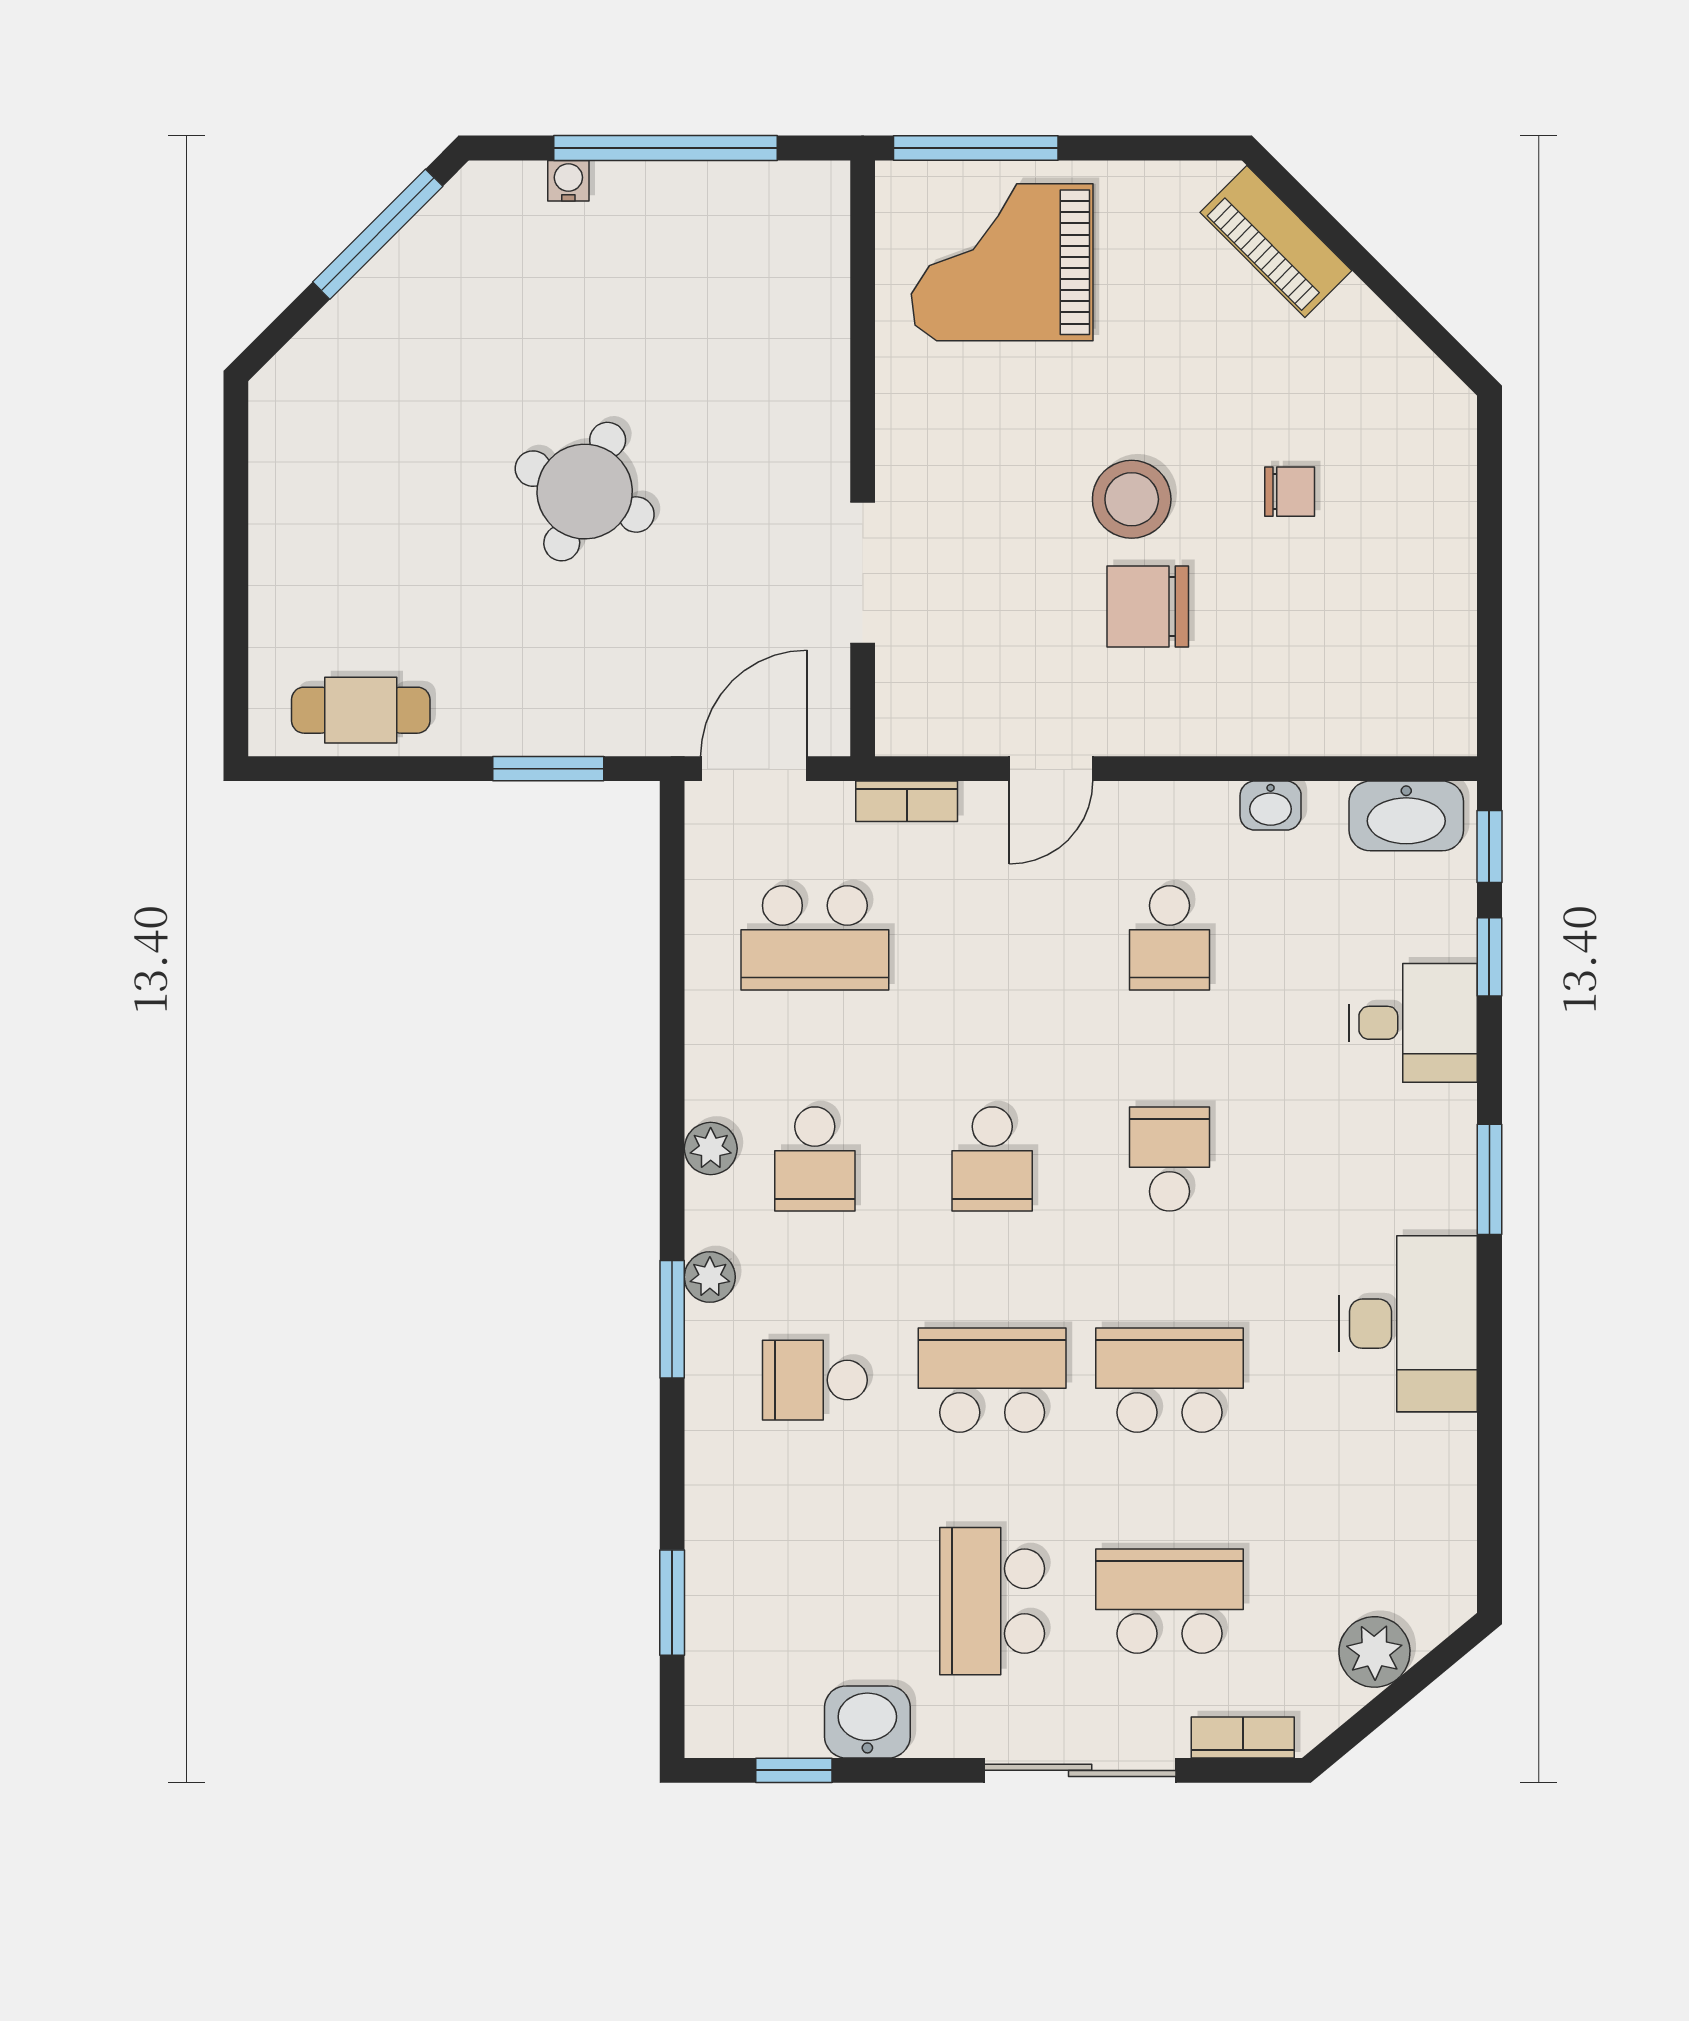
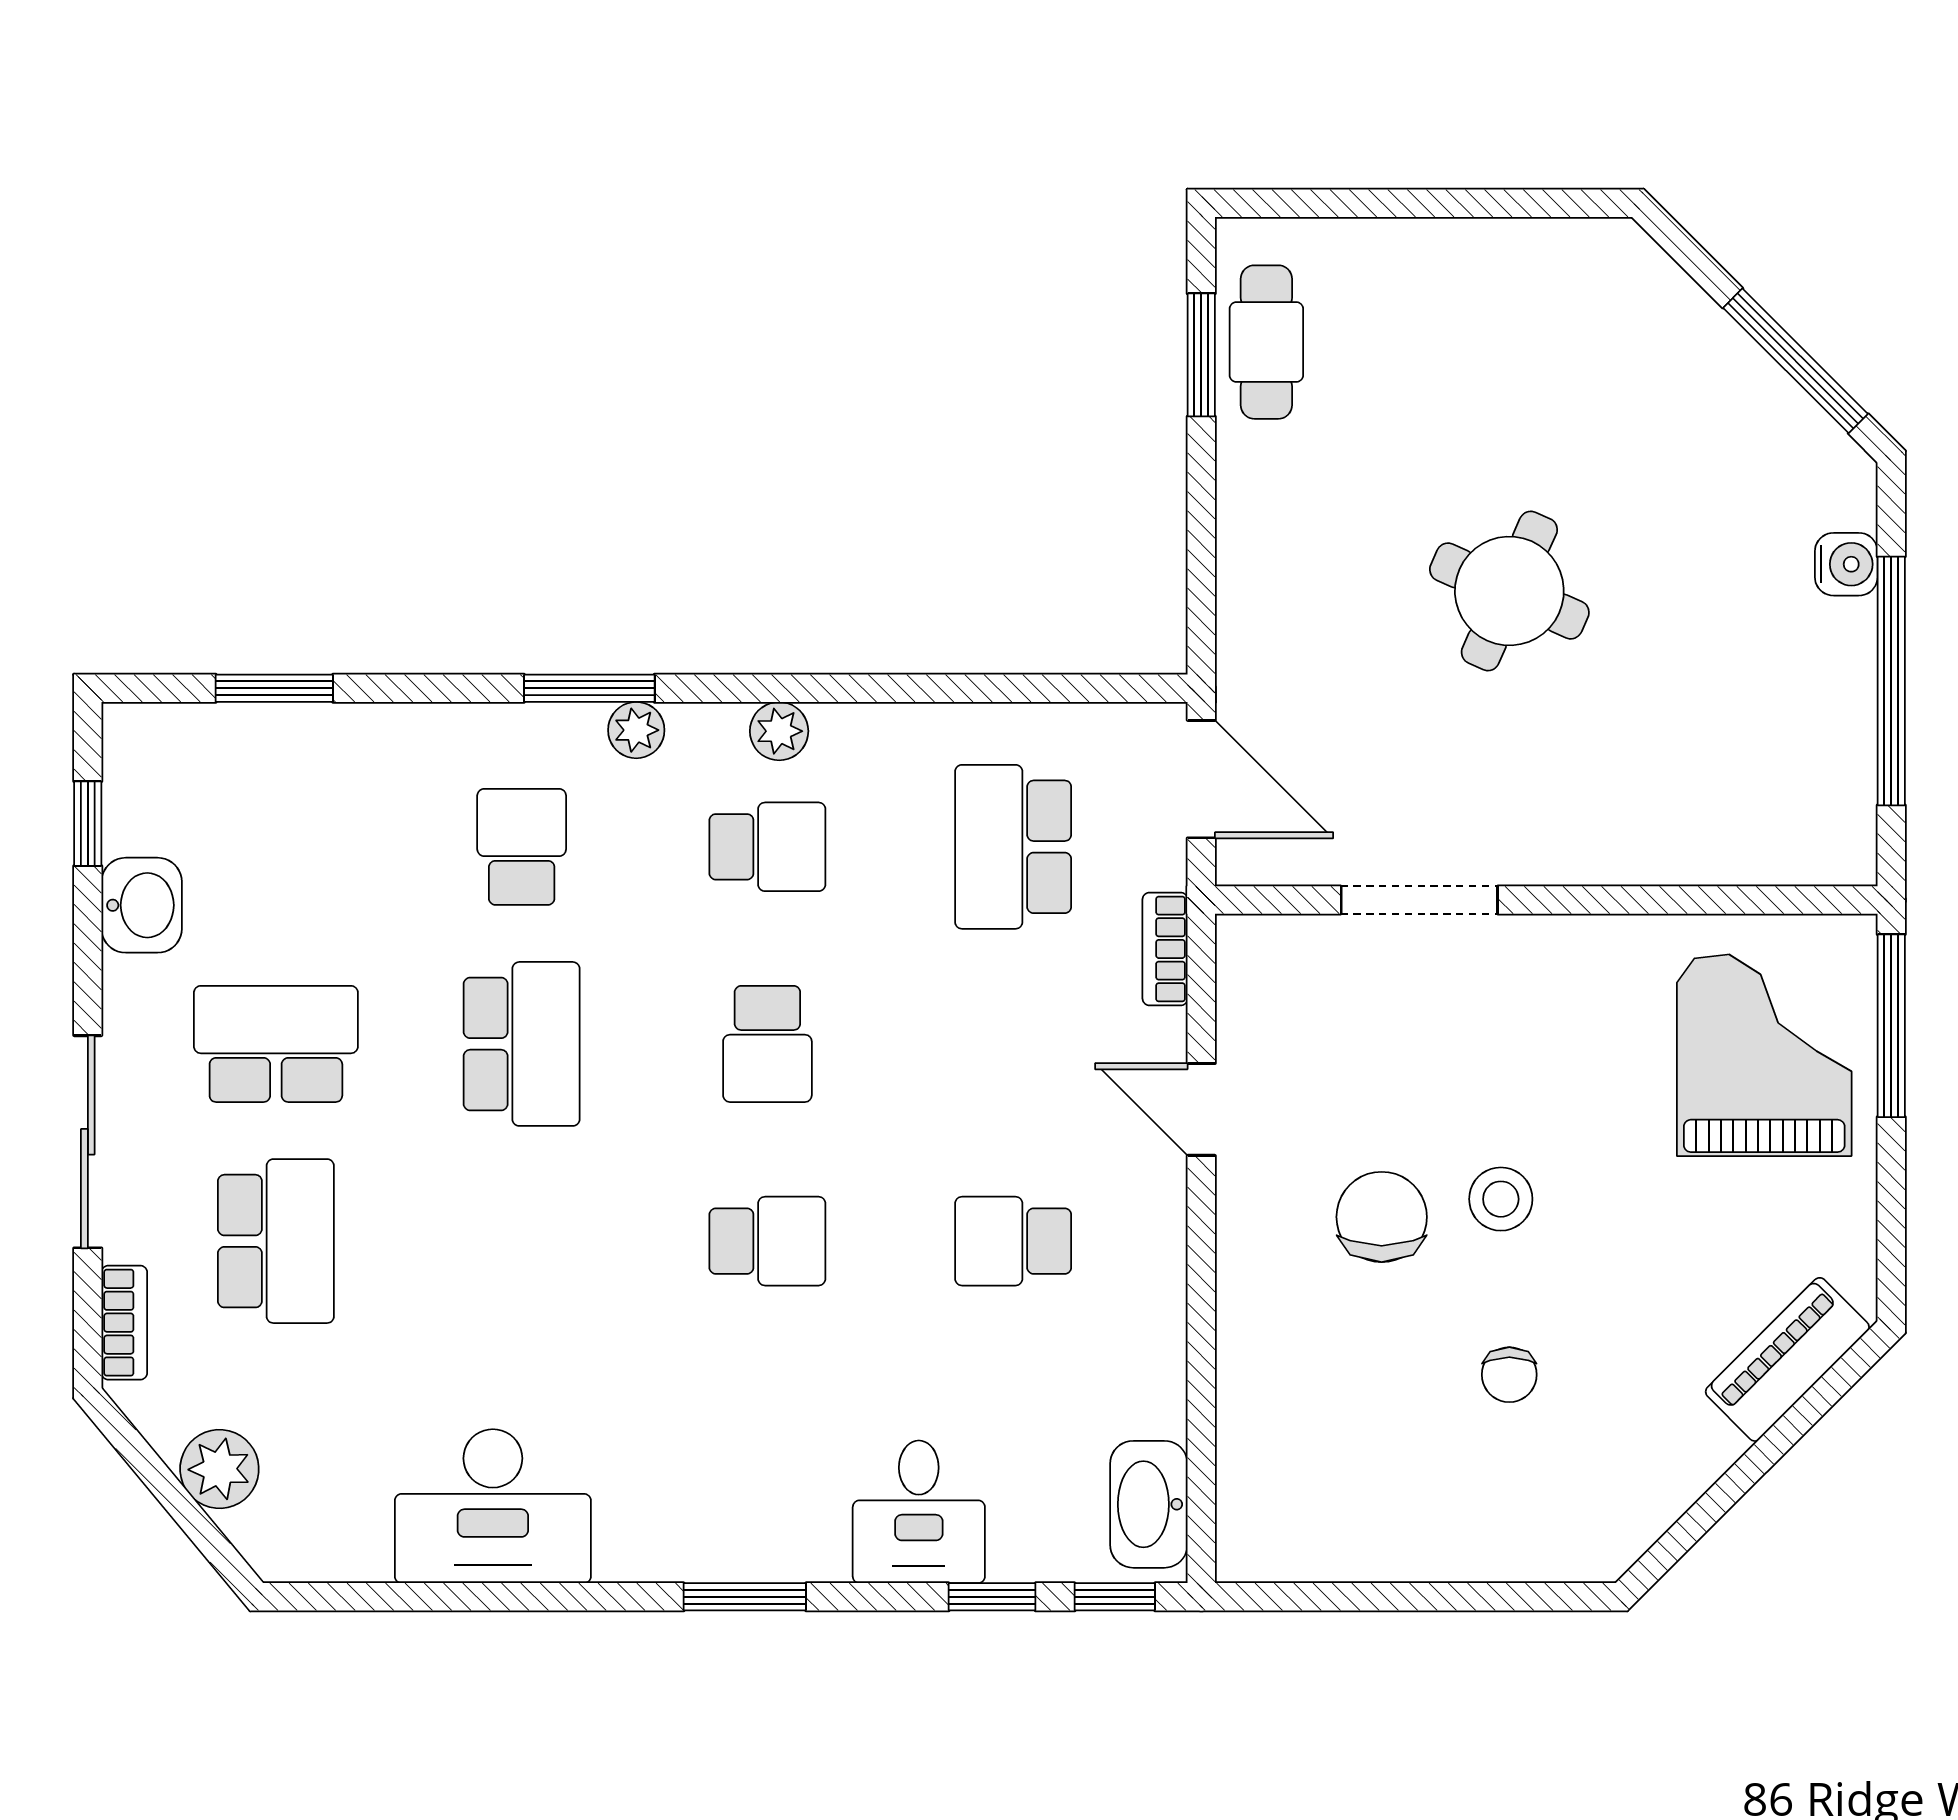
water cooler: (568, 181) -> (1846, 564), width x1.38, depth x1.38
stool: (1132, 499) -> (1501, 1199), width x0.73, depth x0.73
window: (548, 769) -> (1201, 355), moved
washbasin: (1271, 806) -> (1160, 1353), removed
school desk: (815, 1159) -> (767, 847), turned 180
school desk: (992, 1159) -> (767, 1044), turned -90
desk: (1408, 1324) -> (493, 1506), moved
school desk: (1169, 1380) -> (522, 1241), removed

